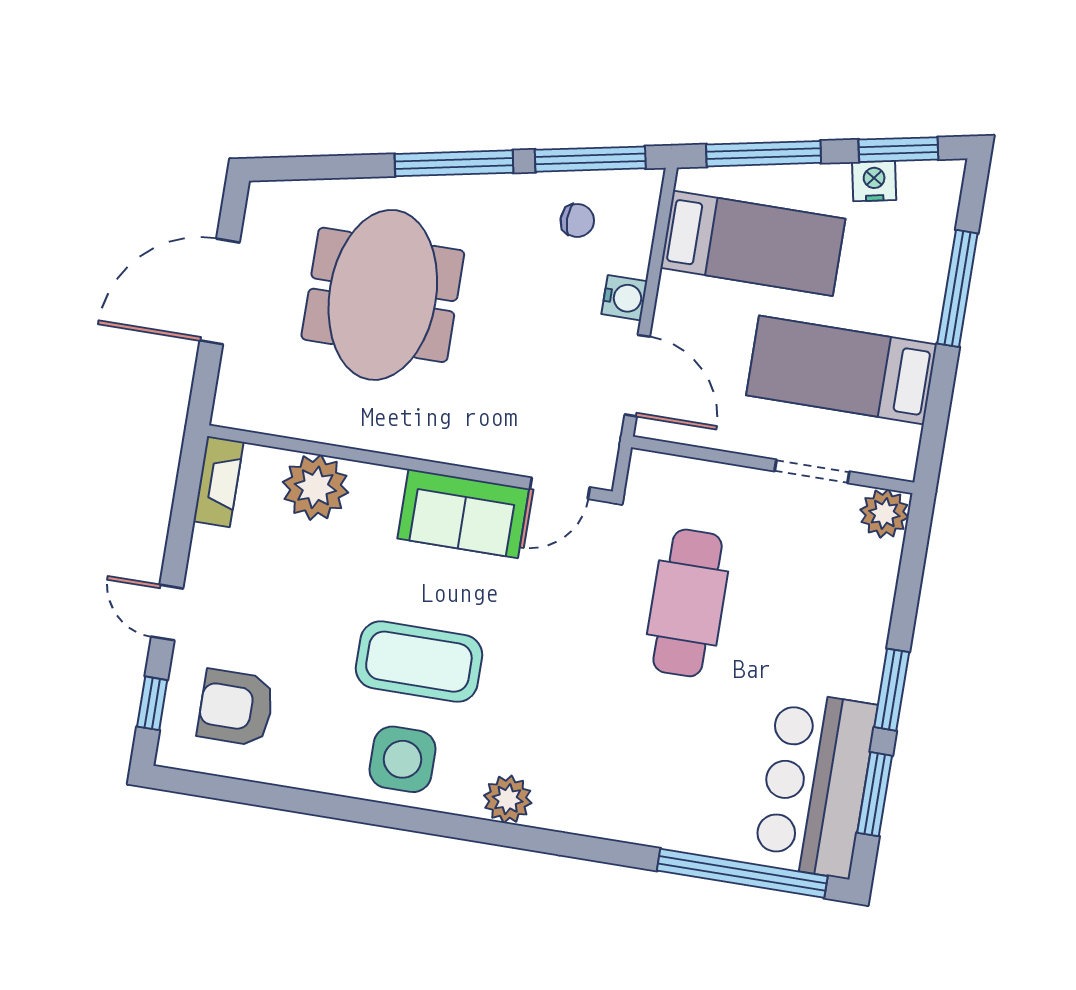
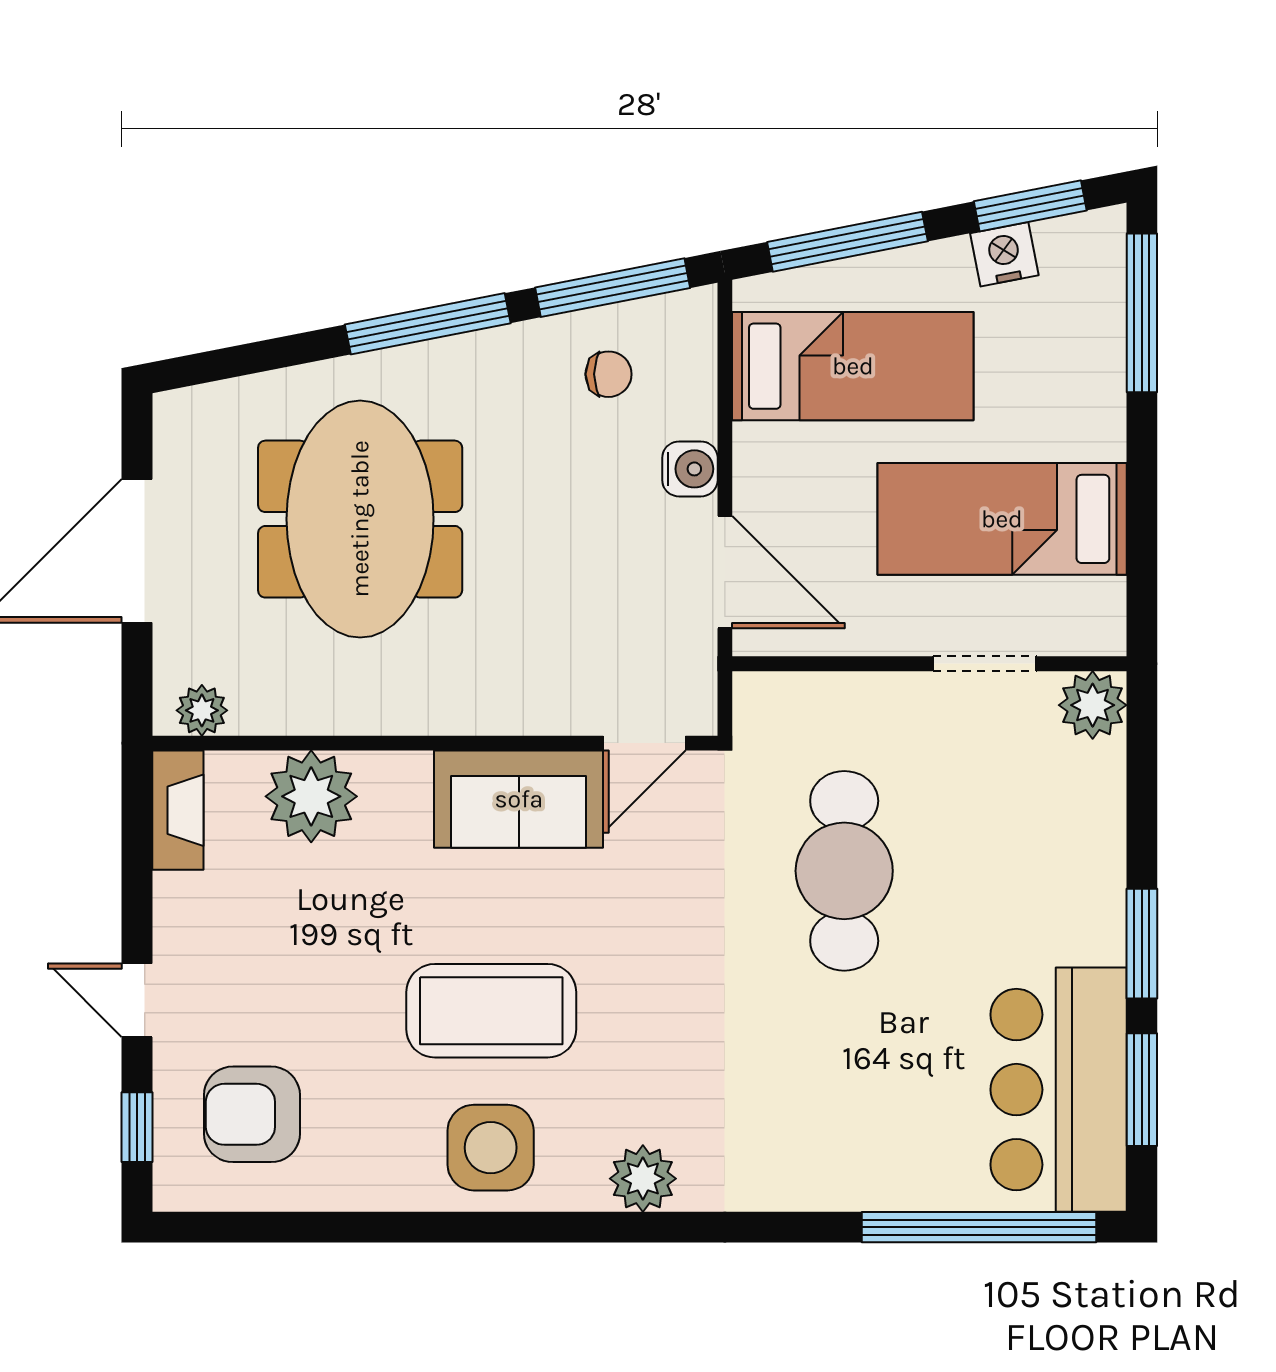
window: (957, 288) -> (1142, 313), moved
plant: (247, 413) -> (202, 710), added

